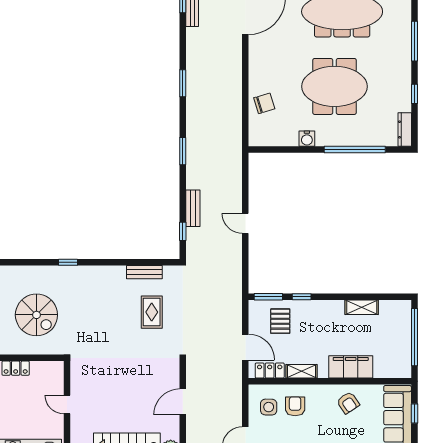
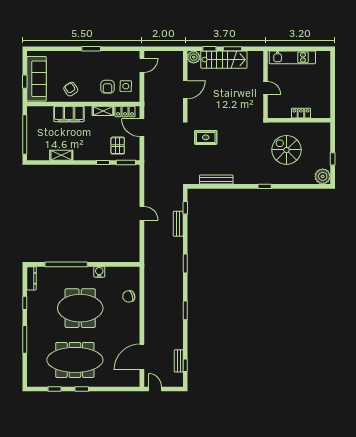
bench: (144, 272) -> (216, 180), width x1.36
rug: (152, 312) -> (206, 137), moved, turned 90

